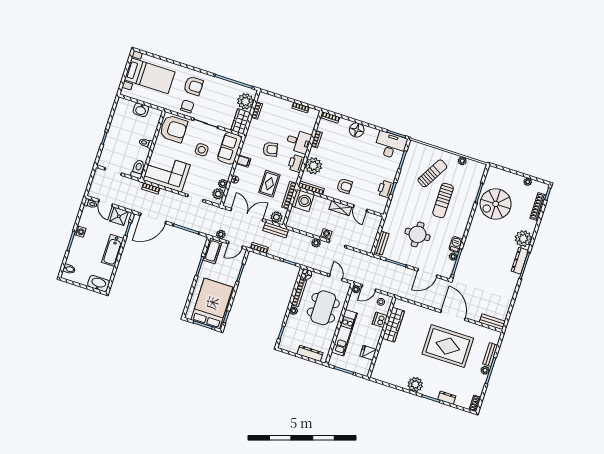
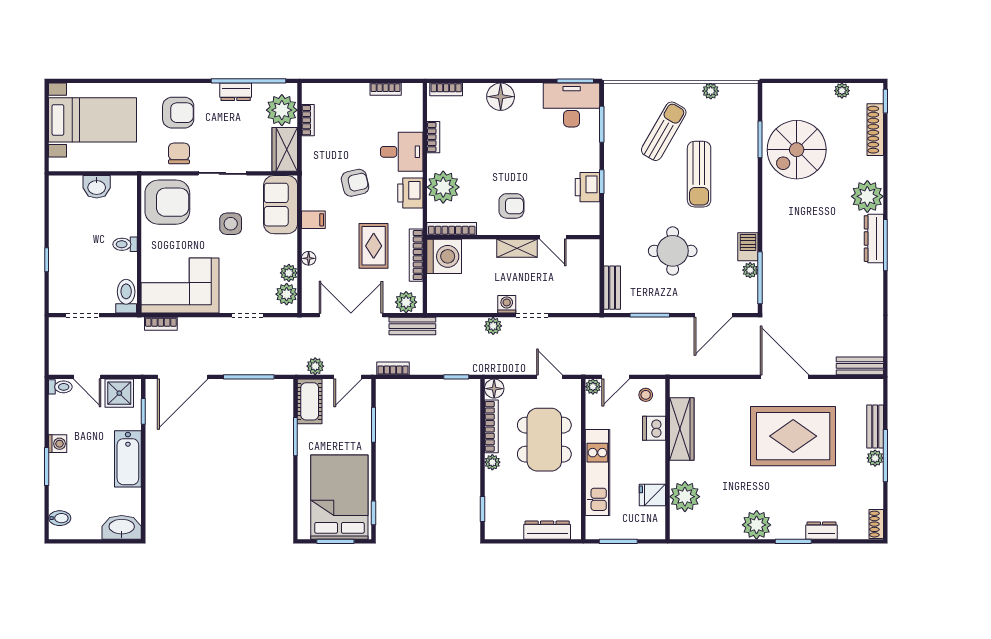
dresser: (225, 85) -> (236, 92), added
plant: (384, 359) -> (685, 497), added

